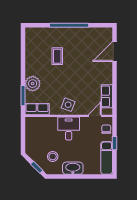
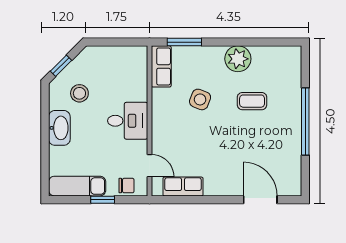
plant: (33, 84) -> (238, 59), moved
side table: (68, 105) -> (200, 99), moved

